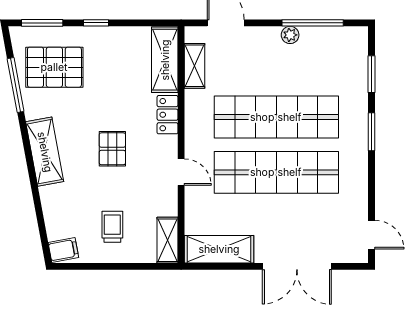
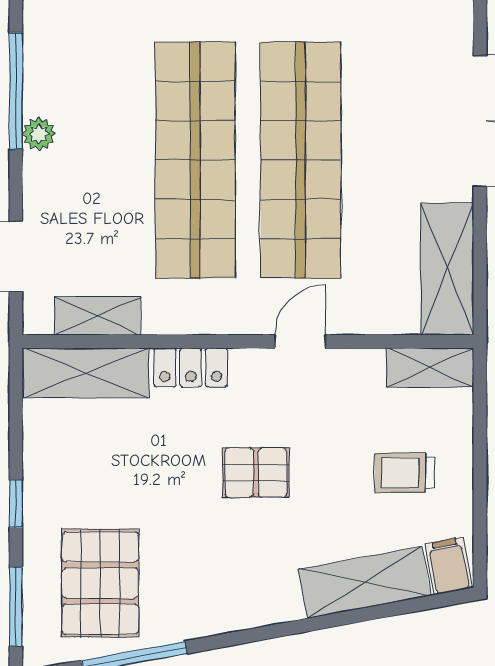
shelving: (45, 152) -> (365, 582), moved

